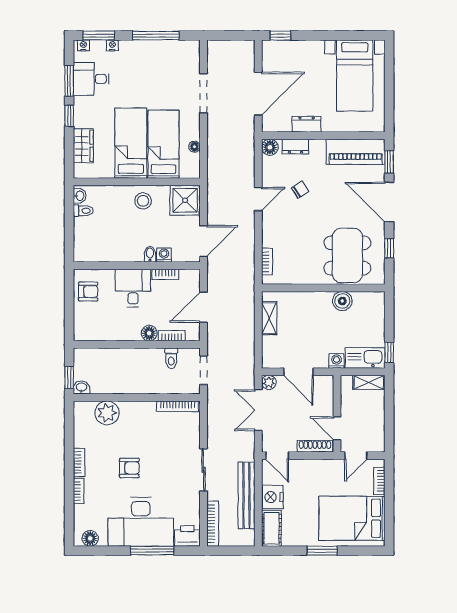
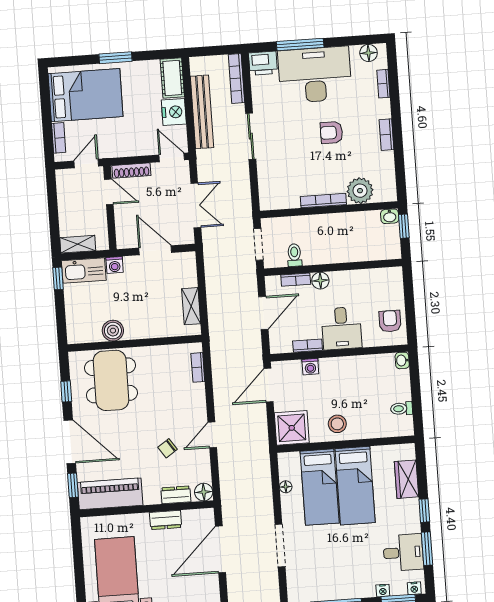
washbasin: (80, 196) -> (402, 360), moved
bidet: (150, 254) -> (326, 366), removed
armchair: (88, 291) -> (390, 321), turned 90
plant: (269, 382) -> (186, 236), removed
bookcase: (177, 406) -> (323, 201), moved
bookcase: (79, 491) -> (383, 84), moved

